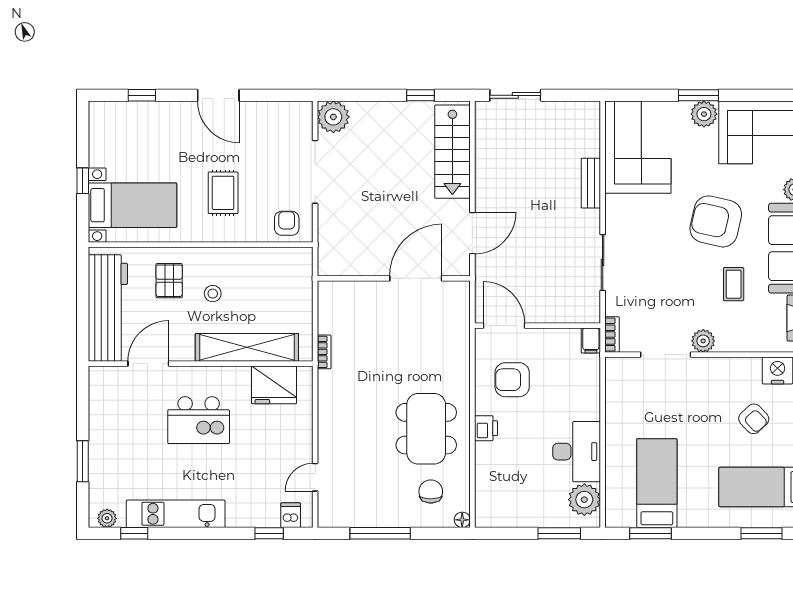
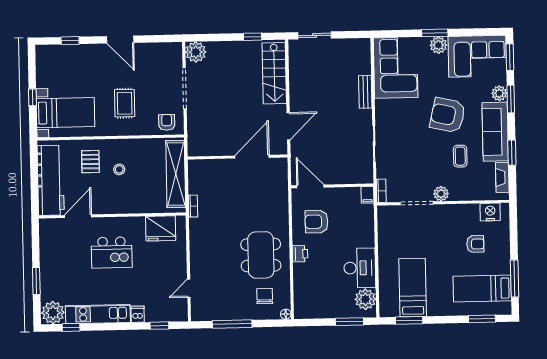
shelving: (247, 347) -> (176, 174), moved, turned 90
armchair: (754, 419) -> (475, 244), turned -47
dishwasher: (291, 515) -> (138, 314), moved
plant: (107, 518) -> (53, 313), width x1.87, depth x1.87

